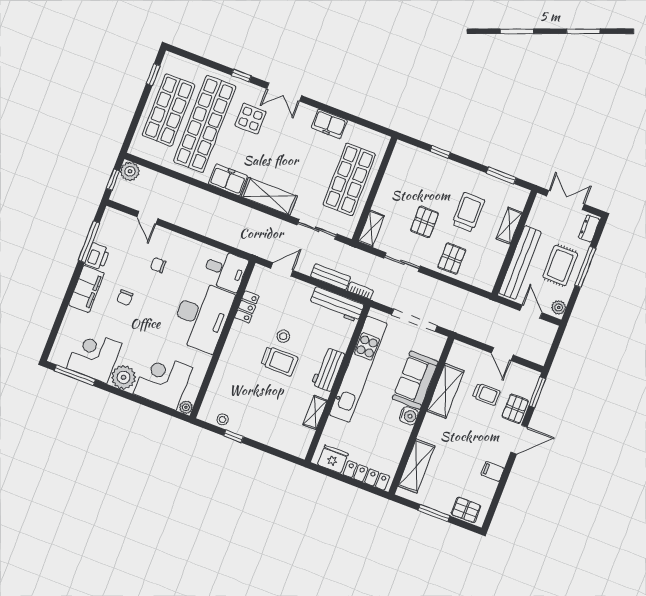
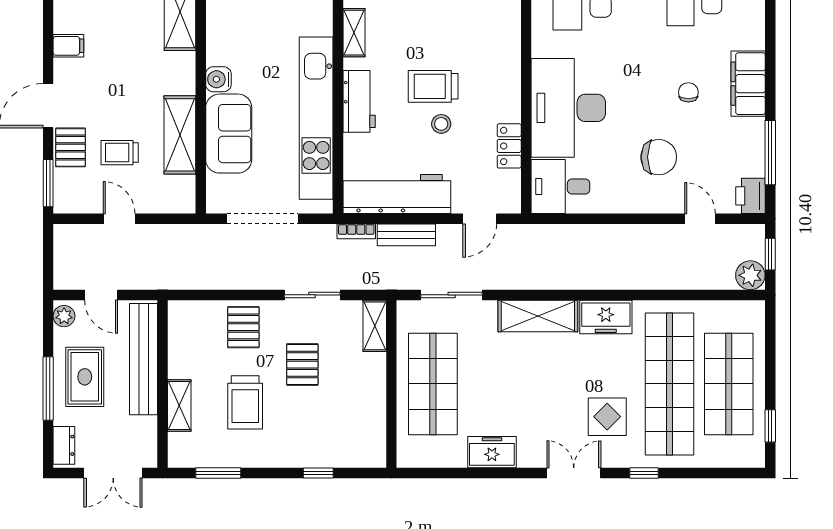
printer: (97, 256) -> (750, 196), moved
chair: (158, 265) -> (659, 157), width x1.87, depth x1.87
workbench: (337, 304) -> (397, 194), width x1.36, depth x1.32

